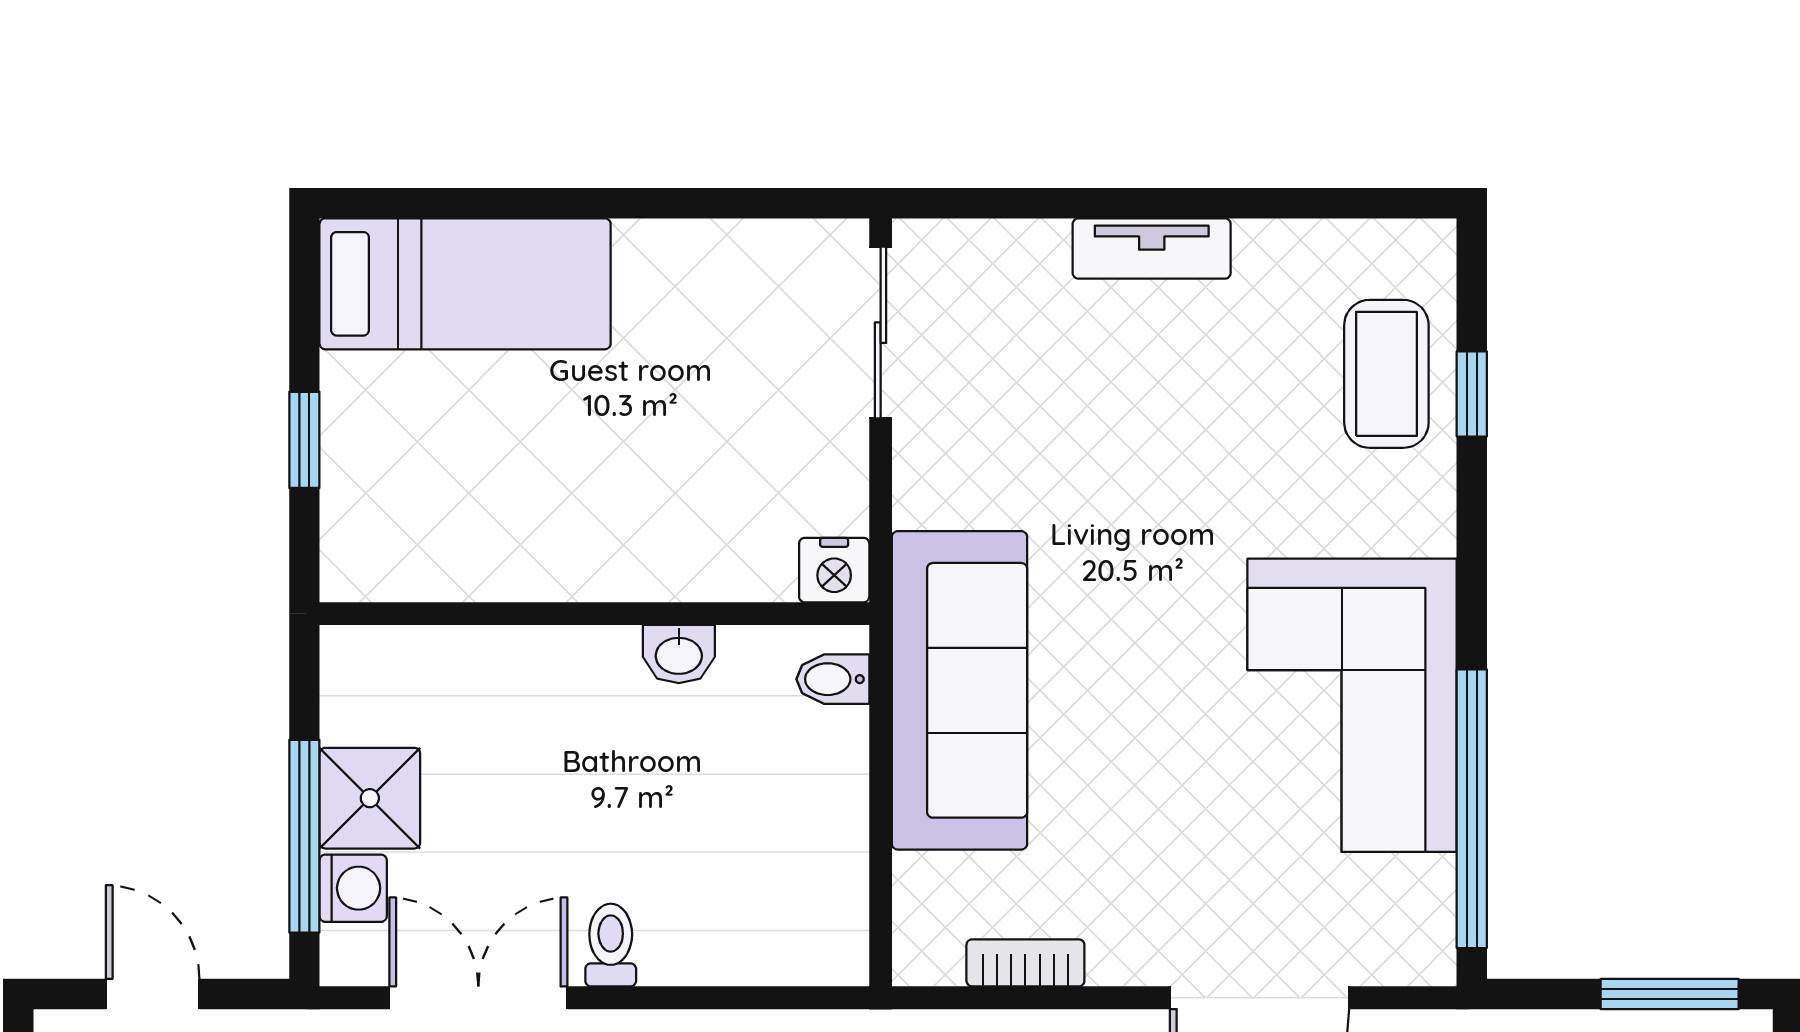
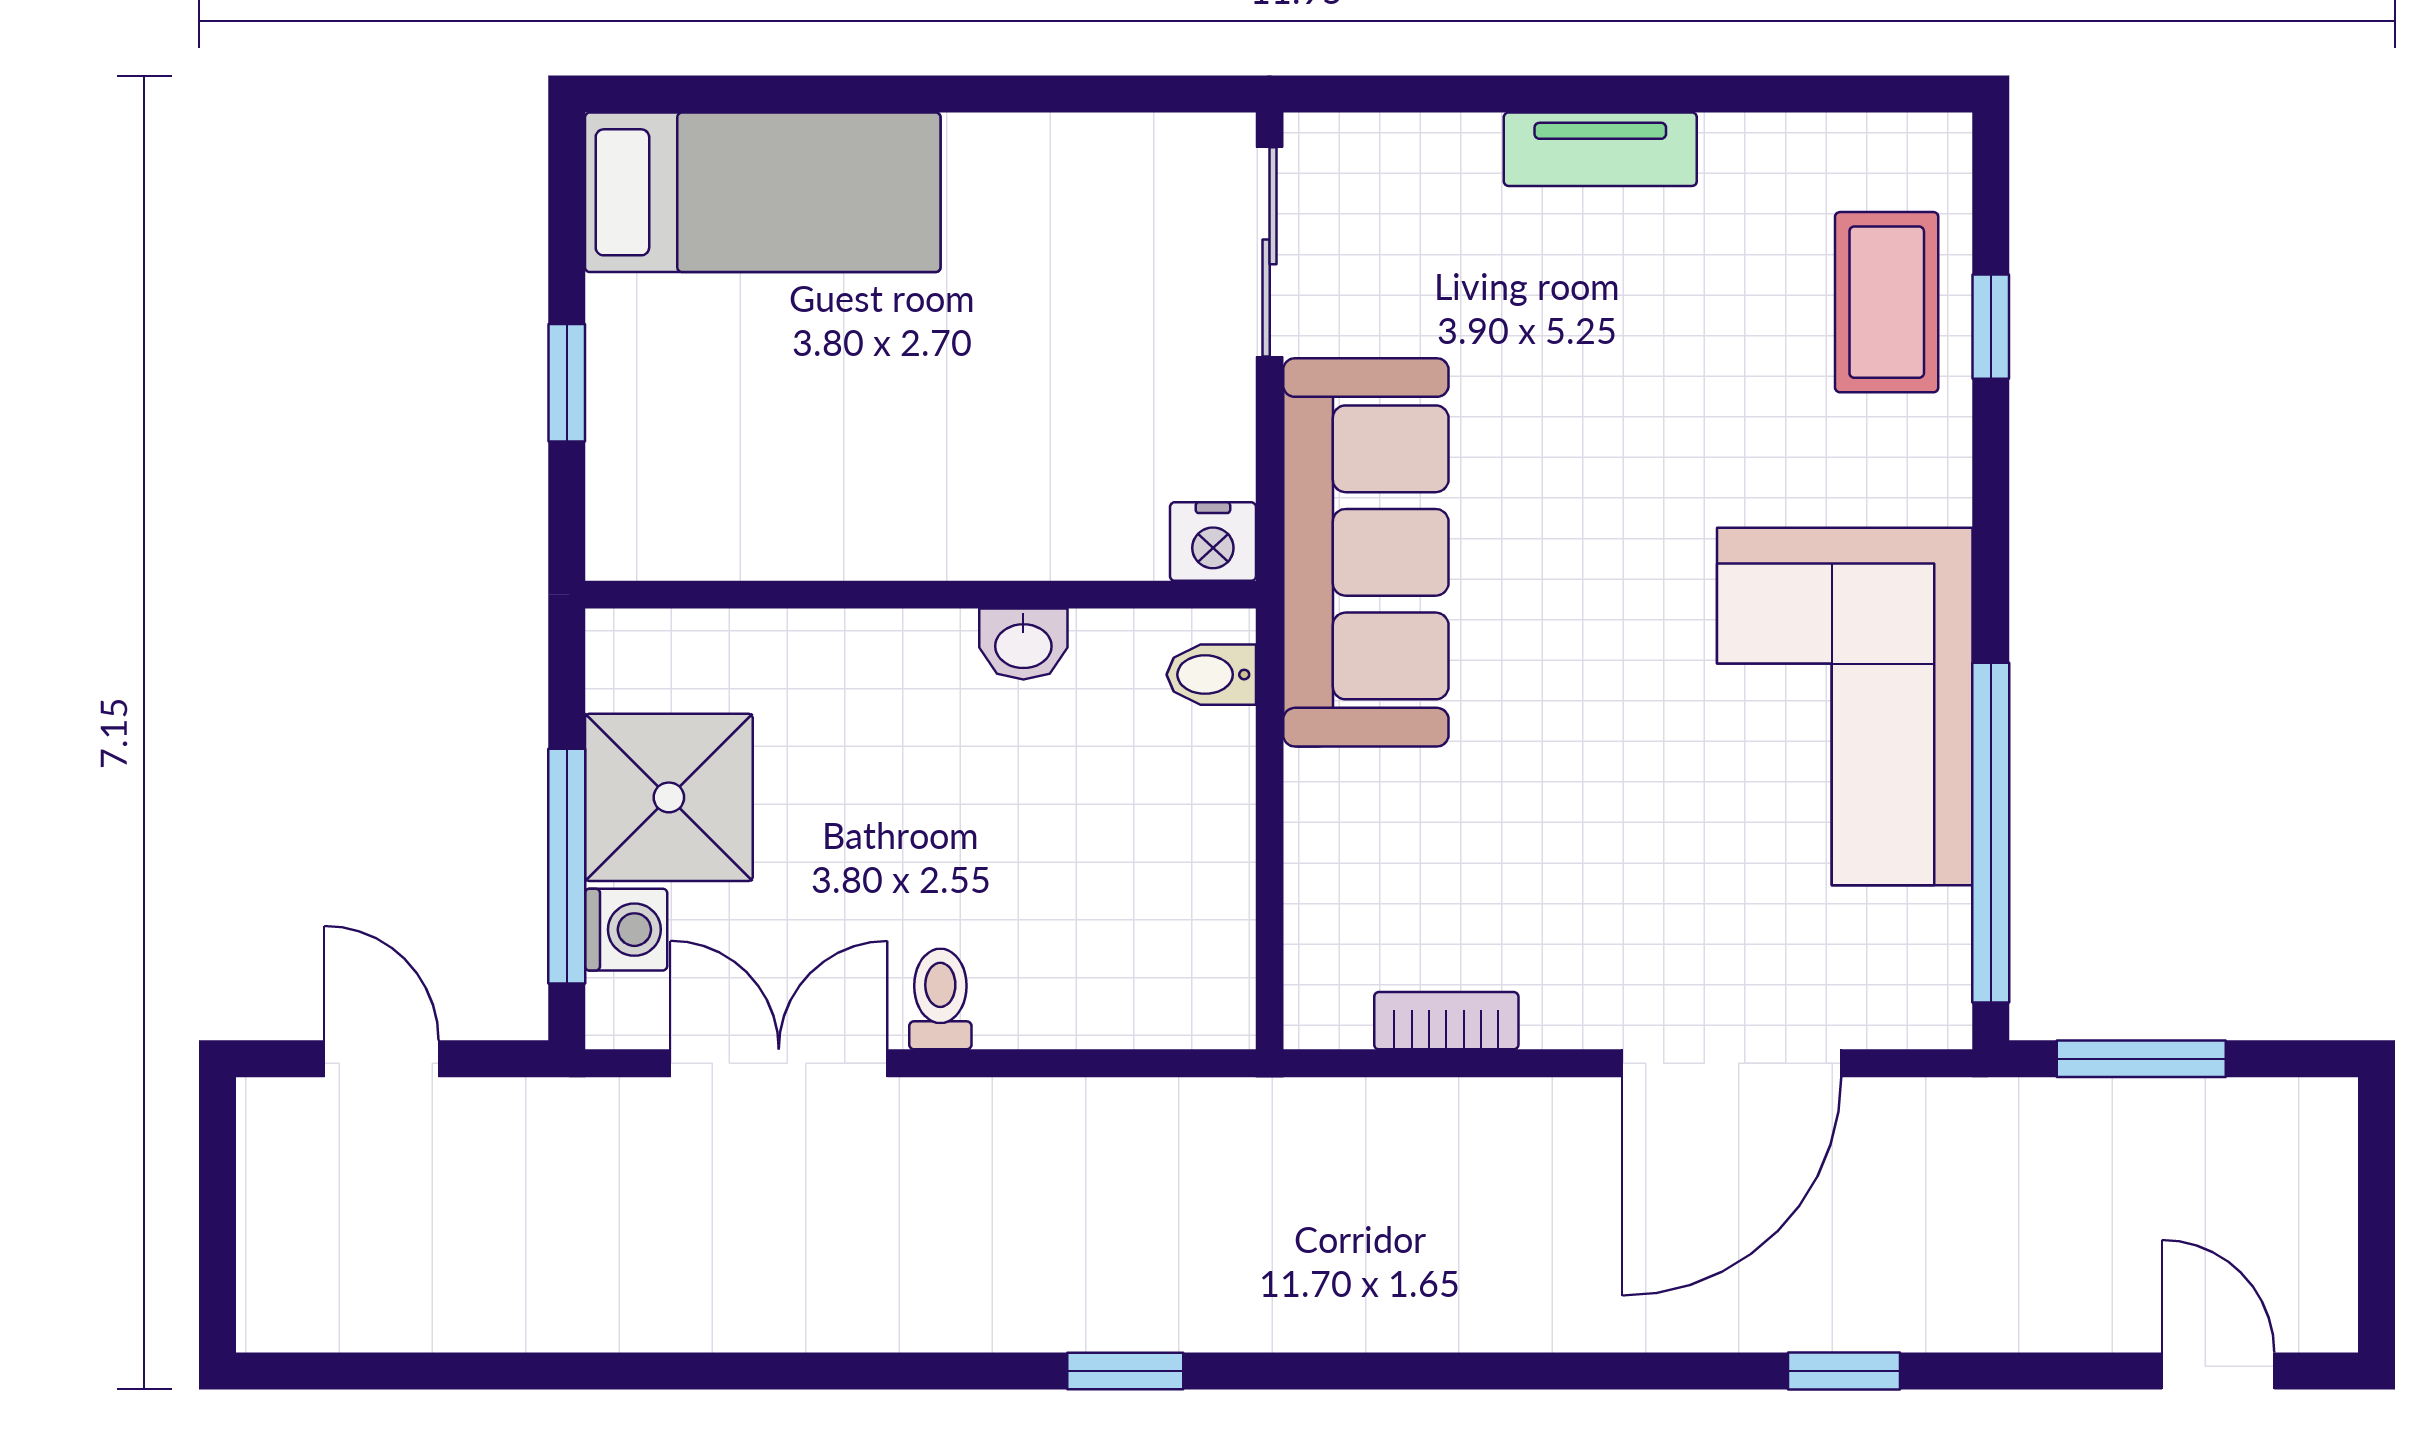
sofa: (960, 690) -> (1366, 552), moved
shower: (370, 798) -> (669, 797), width x1.36, depth x1.36
window: (1670, 994) -> (2141, 1059), moved

